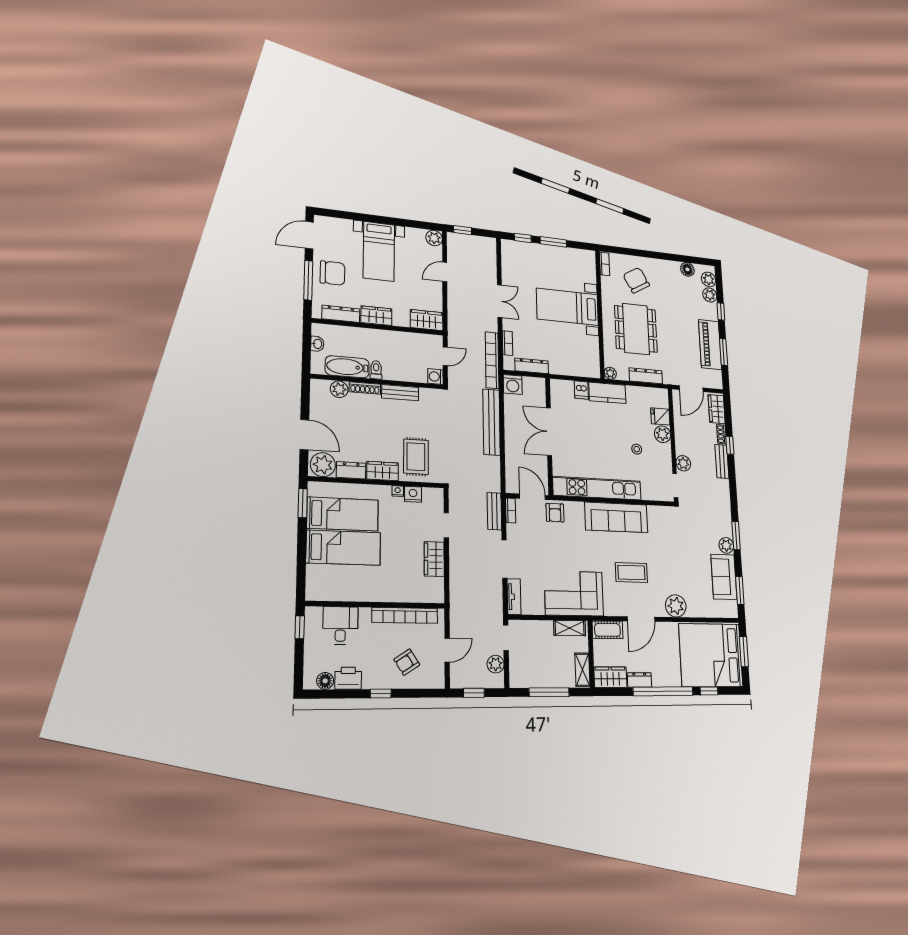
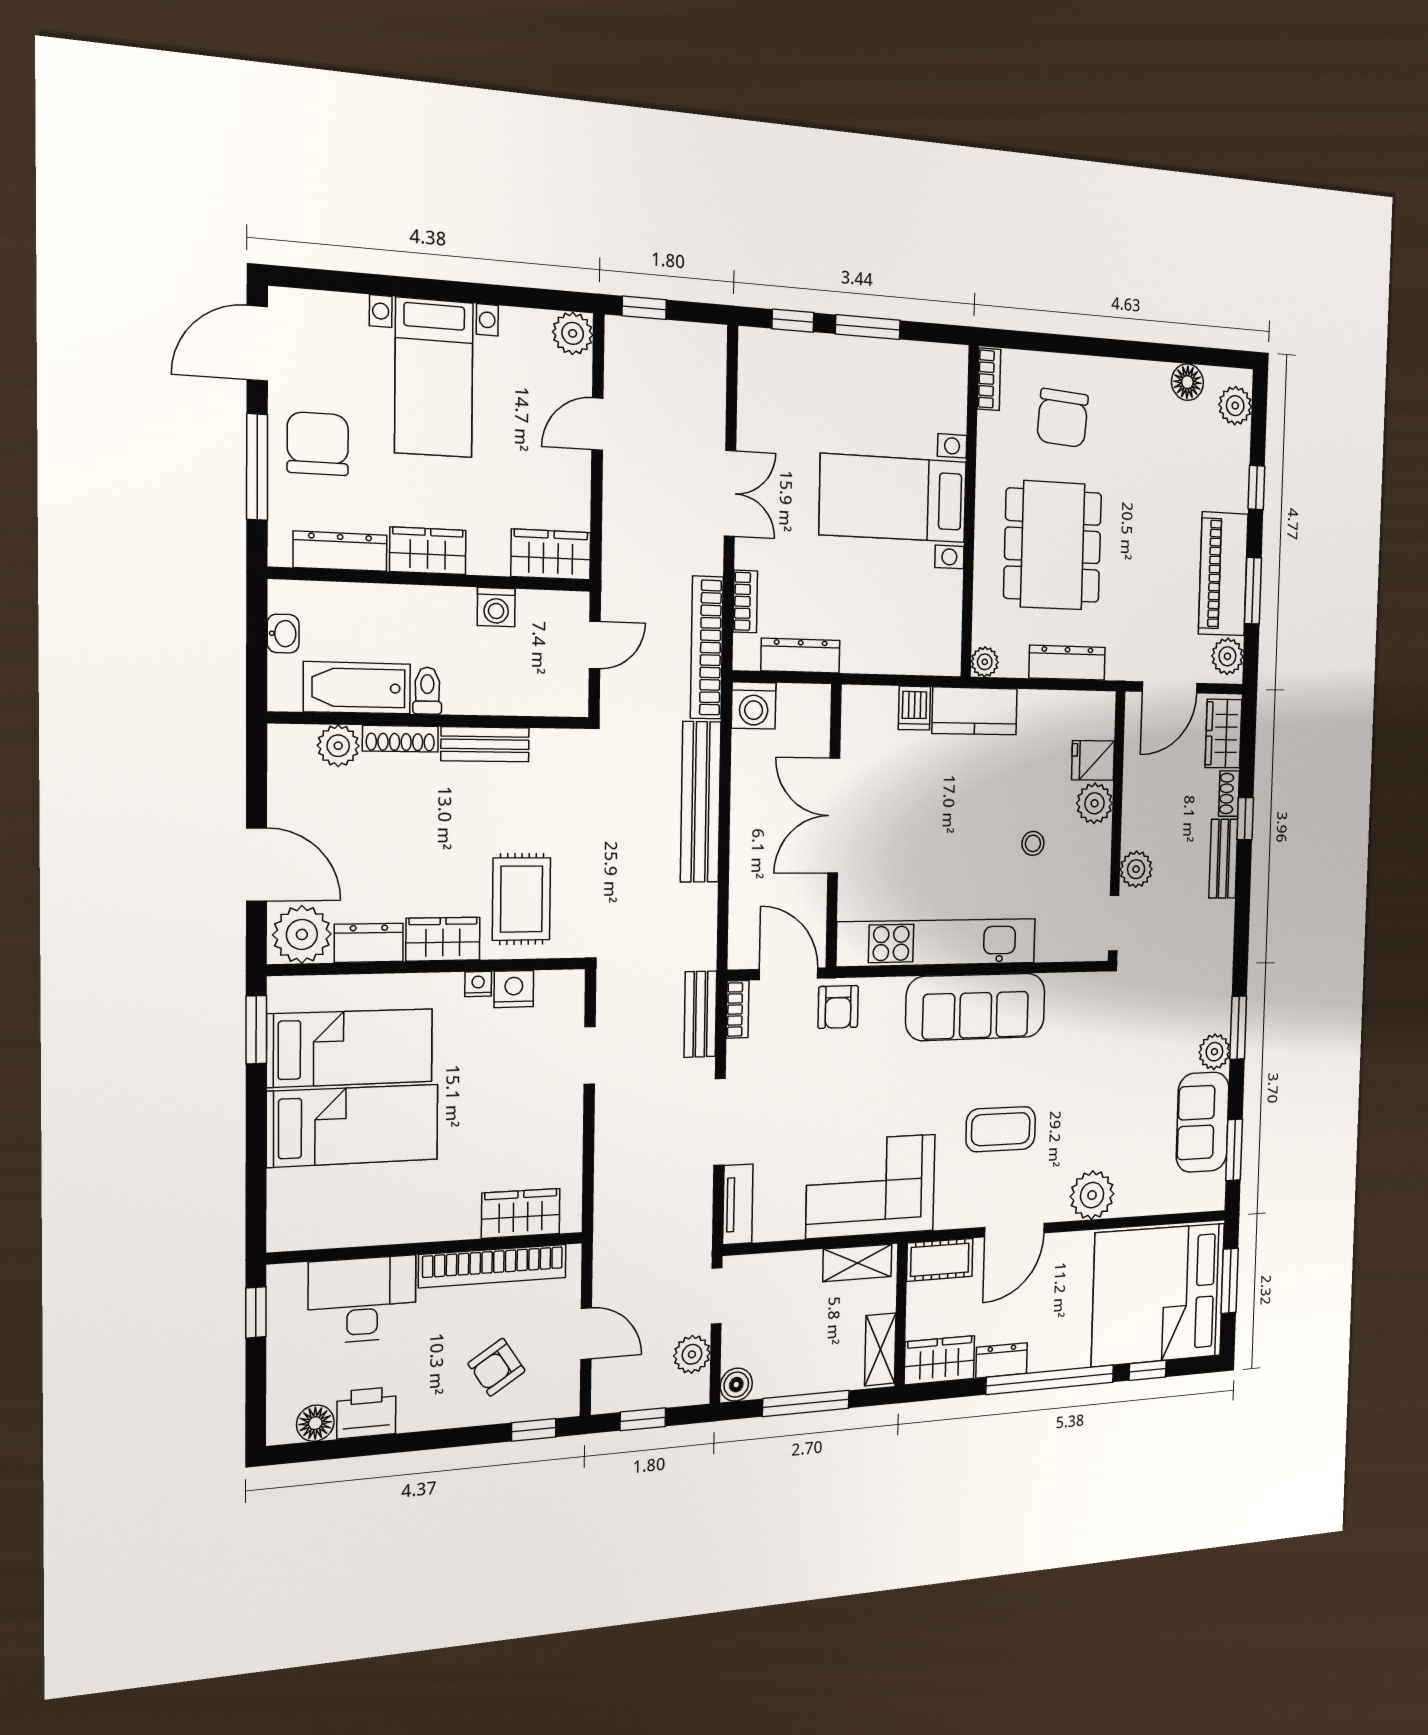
chair: (332, 273) -> (318, 444), turned -90
chair: (636, 280) -> (1063, 418), turned -146
plant: (710, 295) -> (1227, 656), moved
washing machine: (435, 377) -> (496, 607), moved, turned -90
wardrobe: (434, 559) -> (521, 1213), moved, turned 90
desk: (340, 625) -> (362, 1299), width x1.37
door: (447, 650) -> (586, 1334), hinge flipped
boiler: (516, 680) -> (736, 1385), added
window: (381, 694) -> (534, 1430), moved

